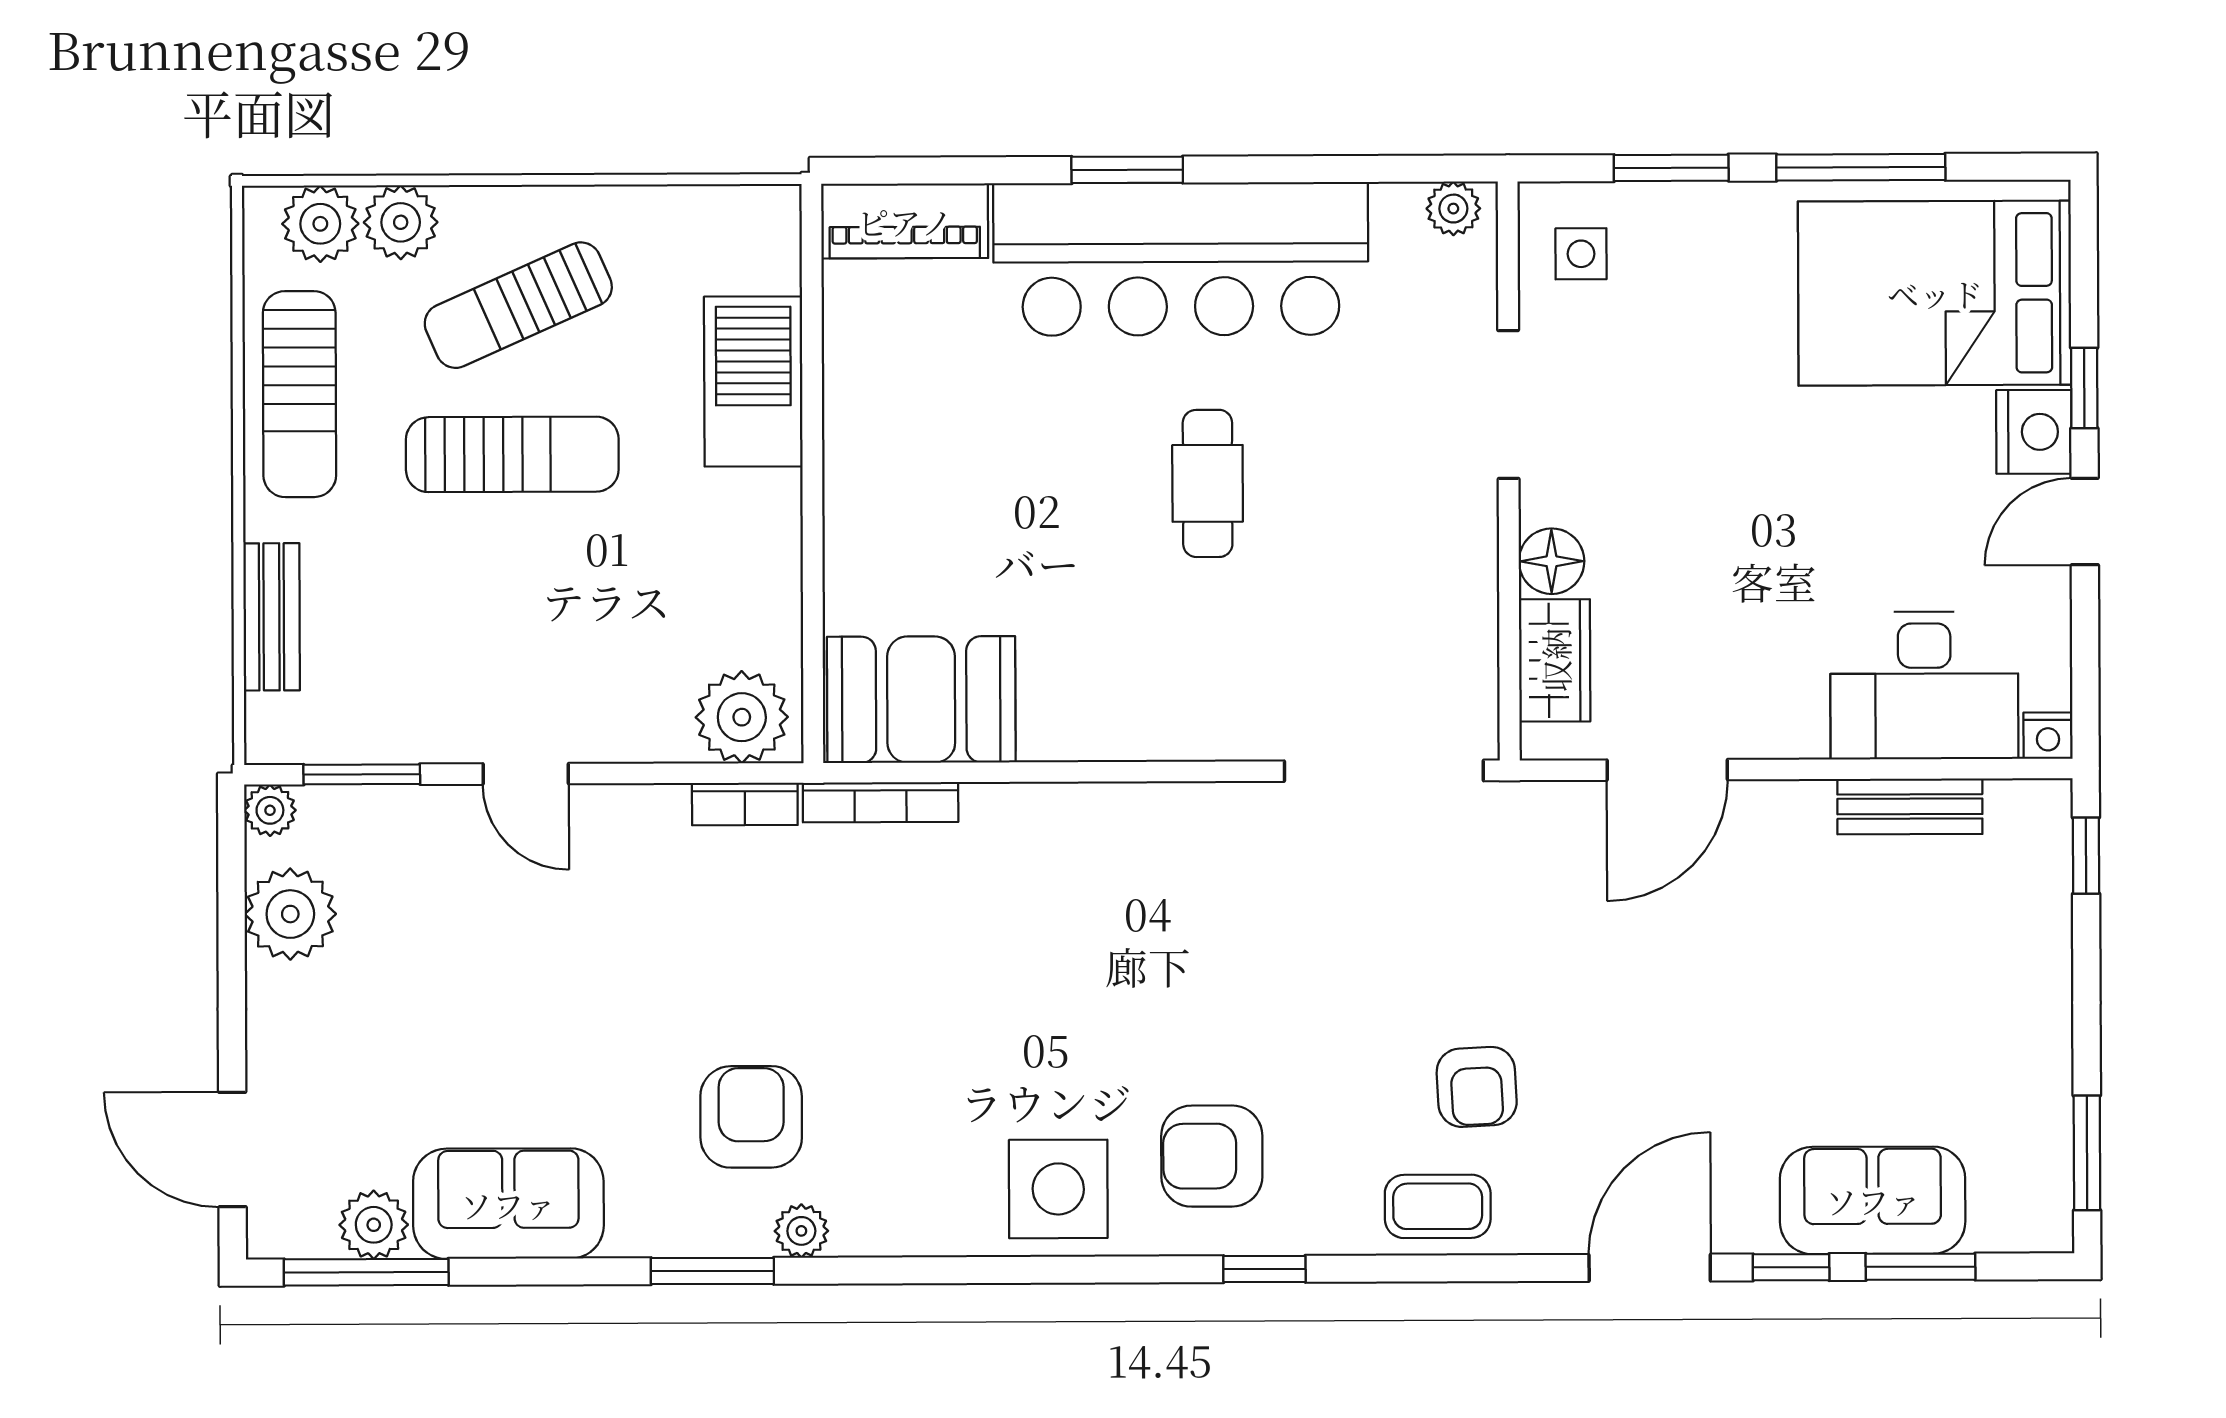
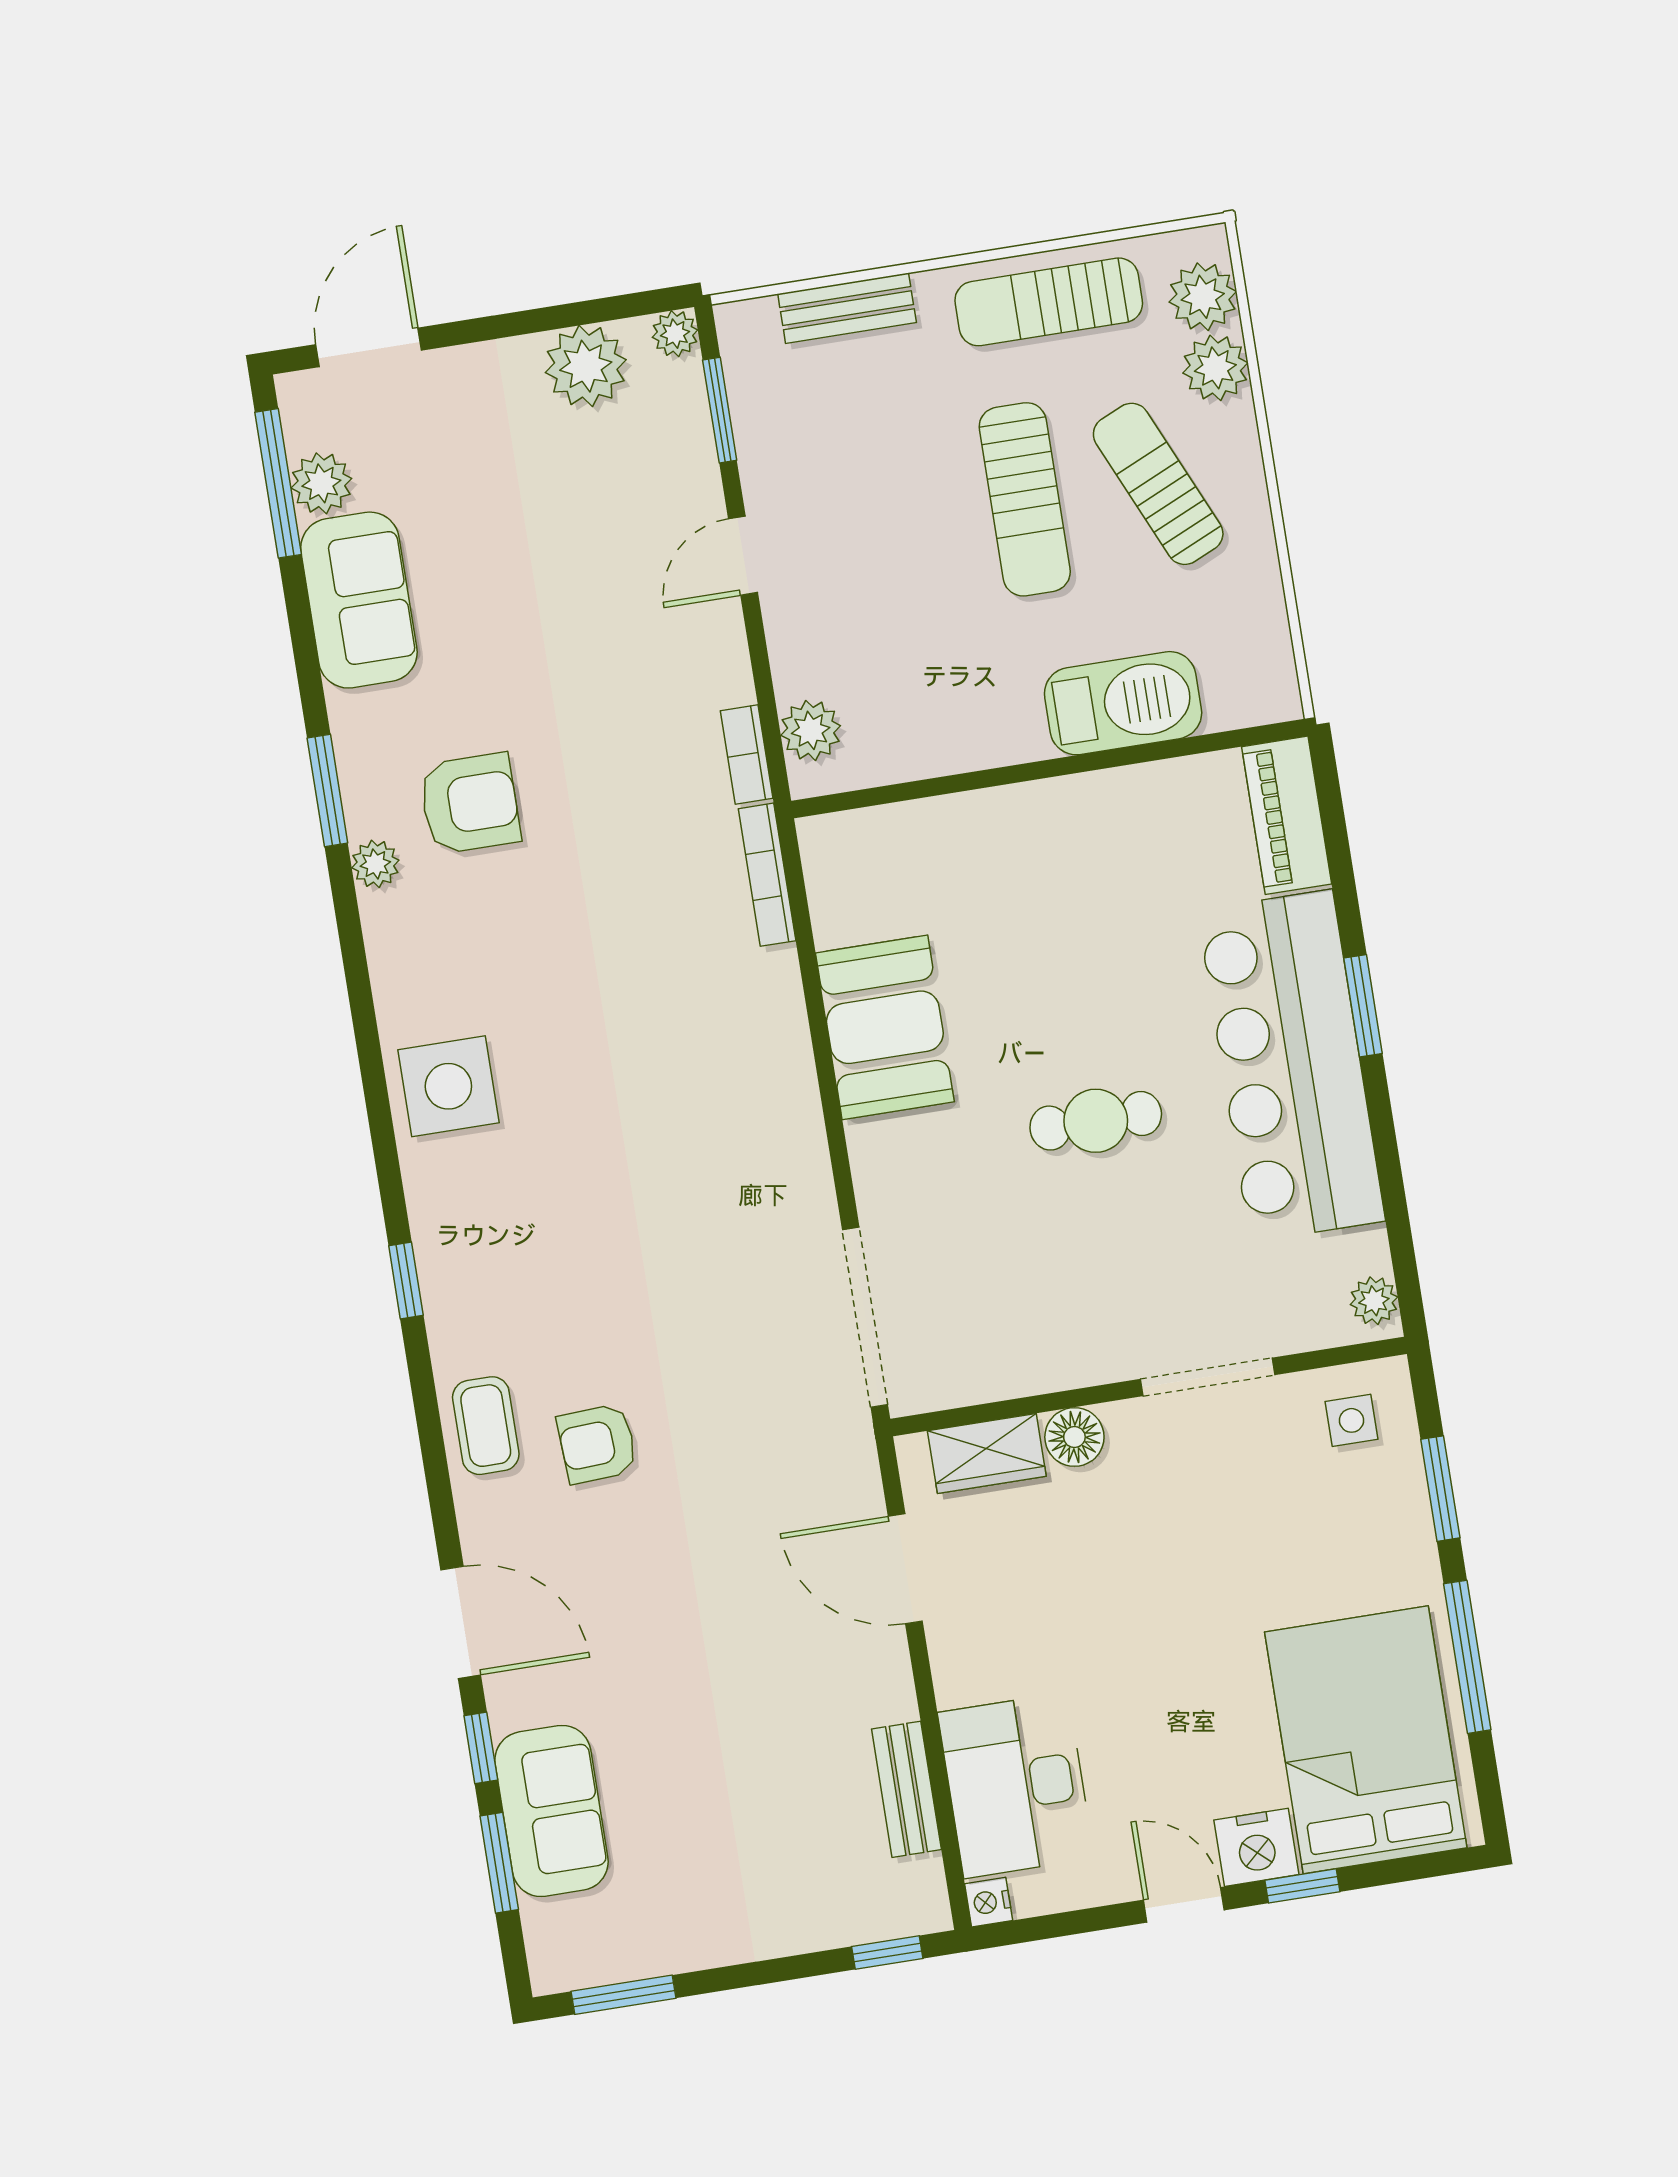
booth: (921, 700) -> (885, 1027), moved
plant: (742, 717) -> (811, 730), width x0.73, depth x0.73
armchair: (1212, 1156) -> (499, 1218), removed

